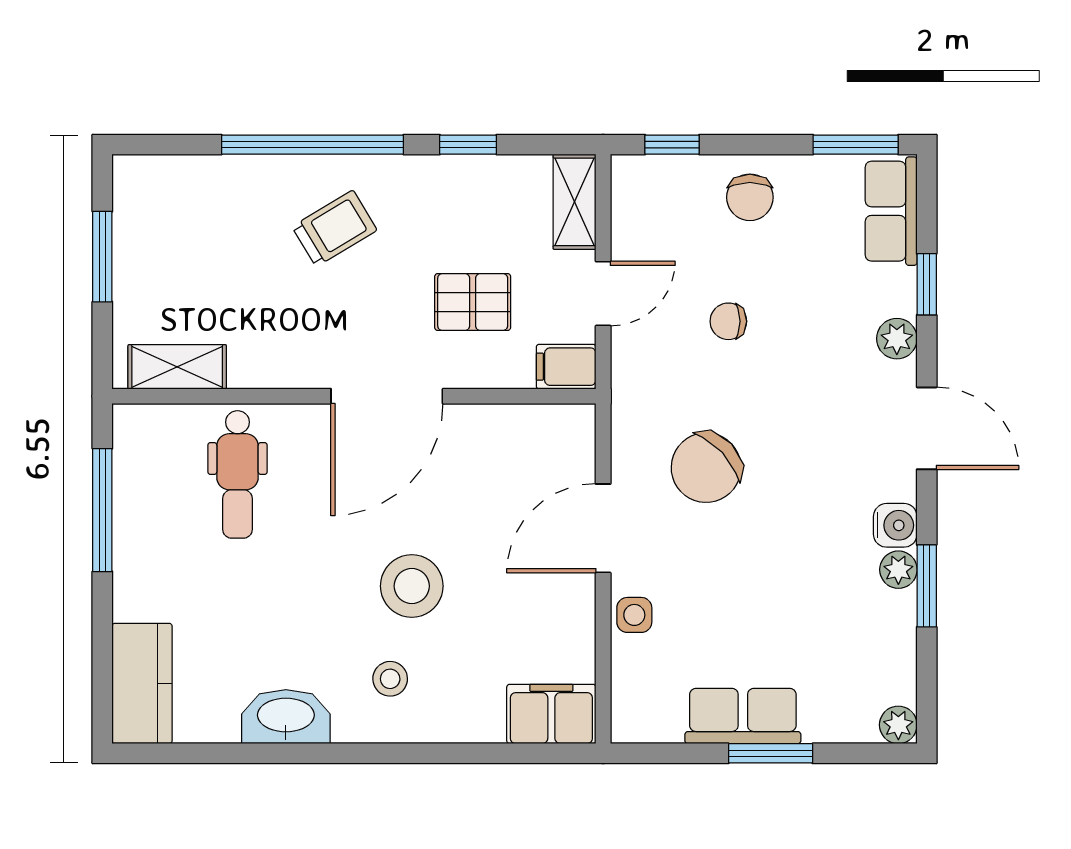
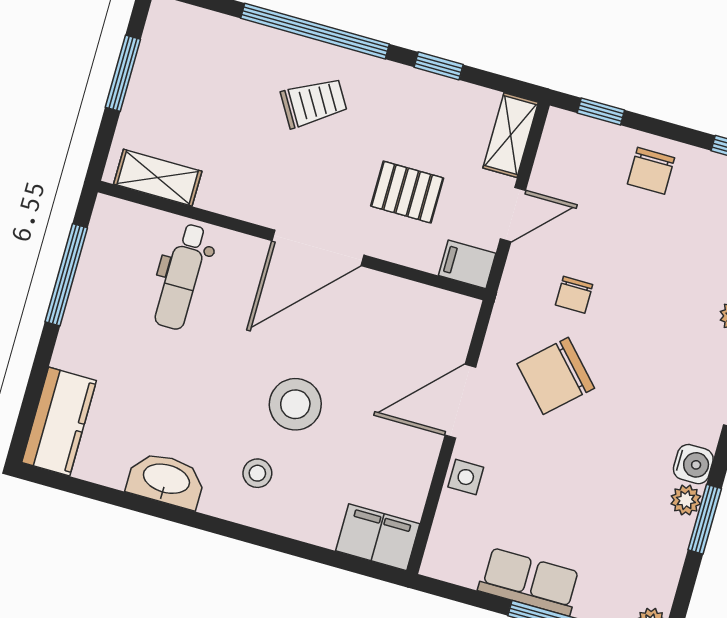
chair: (728, 321) -> (574, 295), moved, turned -90

